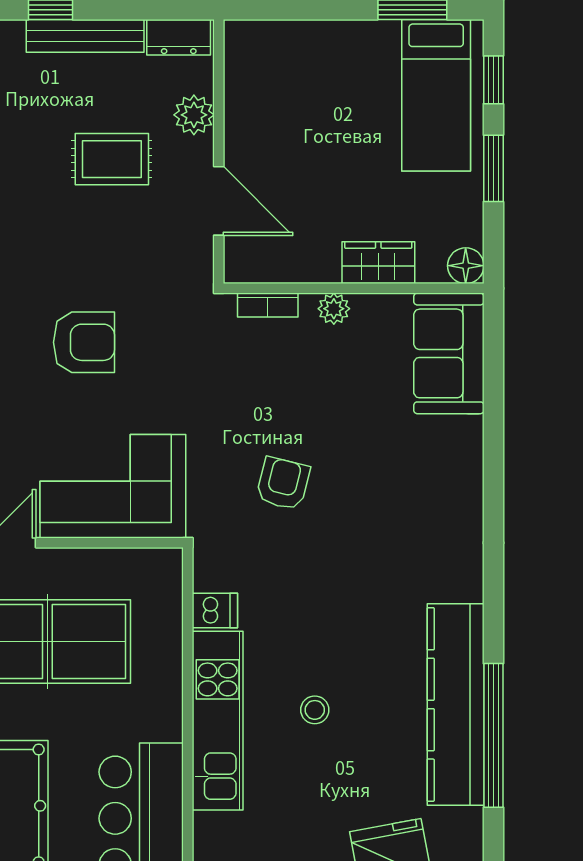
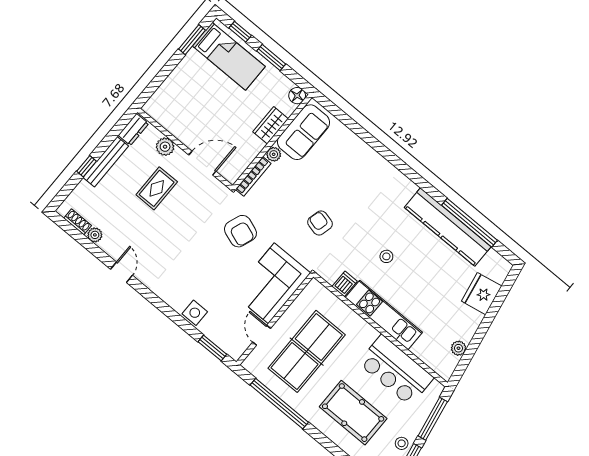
bookcase: (268, 305) -> (253, 176), width x1.56
armchair: (84, 342) -> (240, 231), moved, turned 110
sofa: (449, 353) -> (304, 132), moved, turned -90
stool: (315, 710) -> (386, 256), moved

